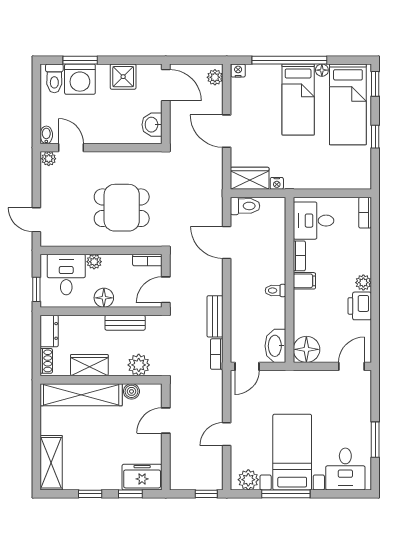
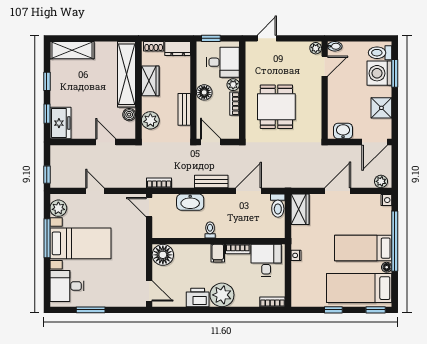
nightstand: (277, 183) -> (296, 255), moved
bookcase: (147, 260) -> (234, 104), moved
plant: (363, 283) -> (222, 295), width x1.87, depth x1.87
bench: (215, 316) -> (211, 181), moved
washbasin: (275, 346) -> (190, 202), moved, turned 180

